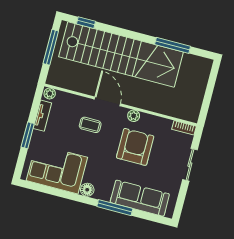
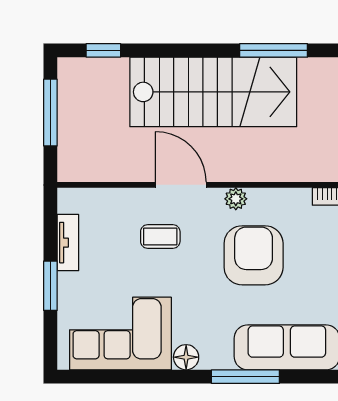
stairs: (121, 54) -> (213, 92), width x0.73
plant: (50, 93) -> (71, 198), removed

